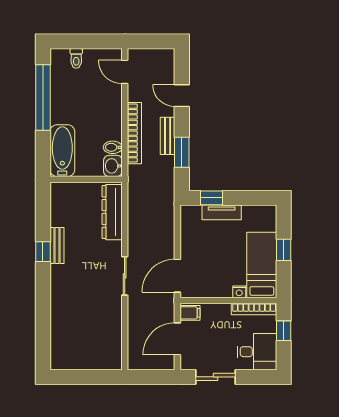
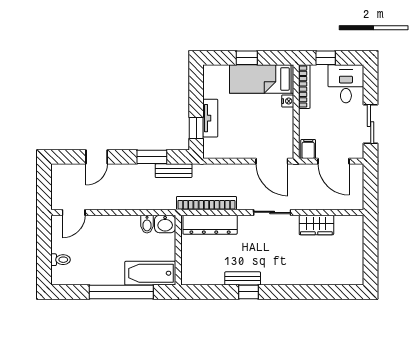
window: (43, 97) -> (121, 292), moved
bookcase: (134, 133) -> (206, 203), moved
bench: (168, 136) -> (174, 171), moved
wardrobe: (112, 321) -> (316, 225), added

